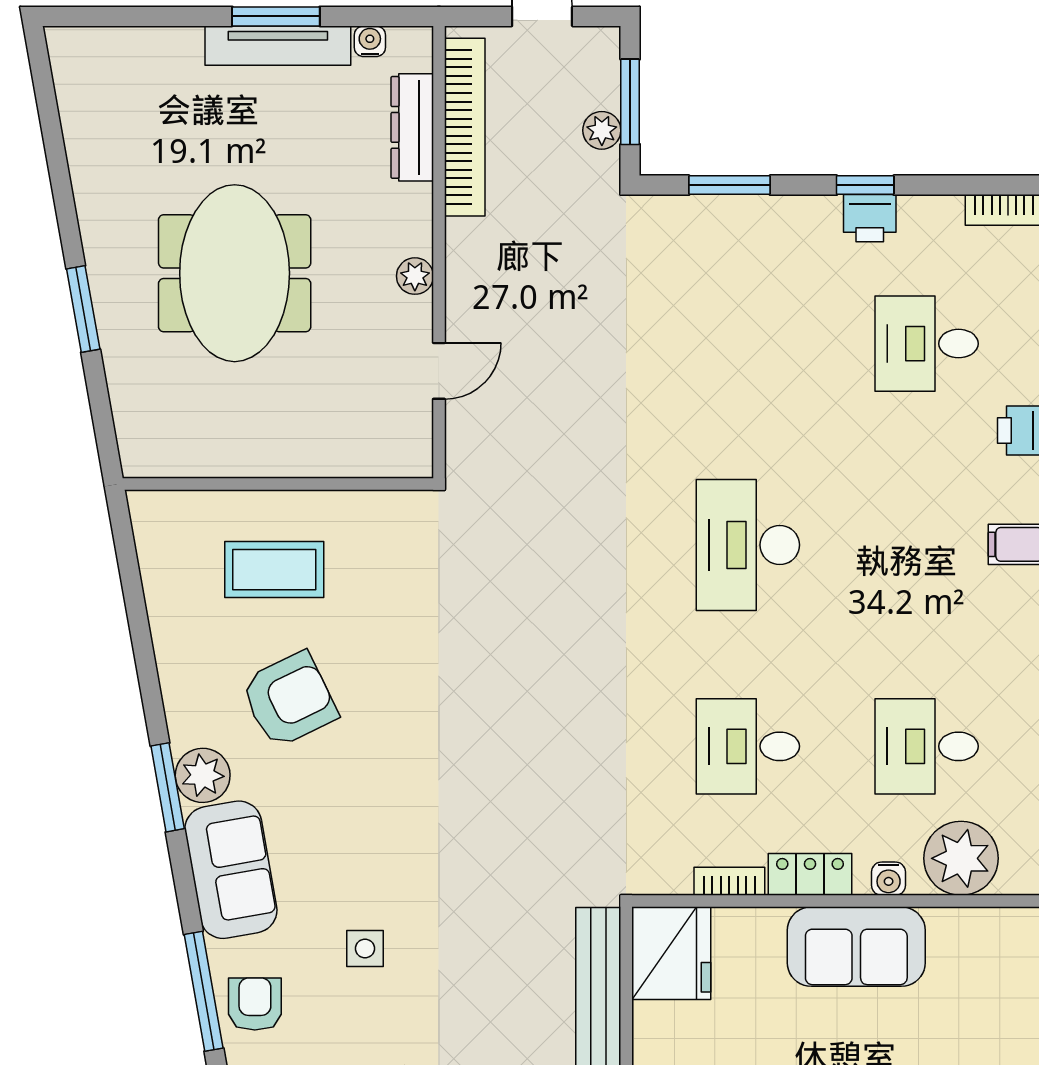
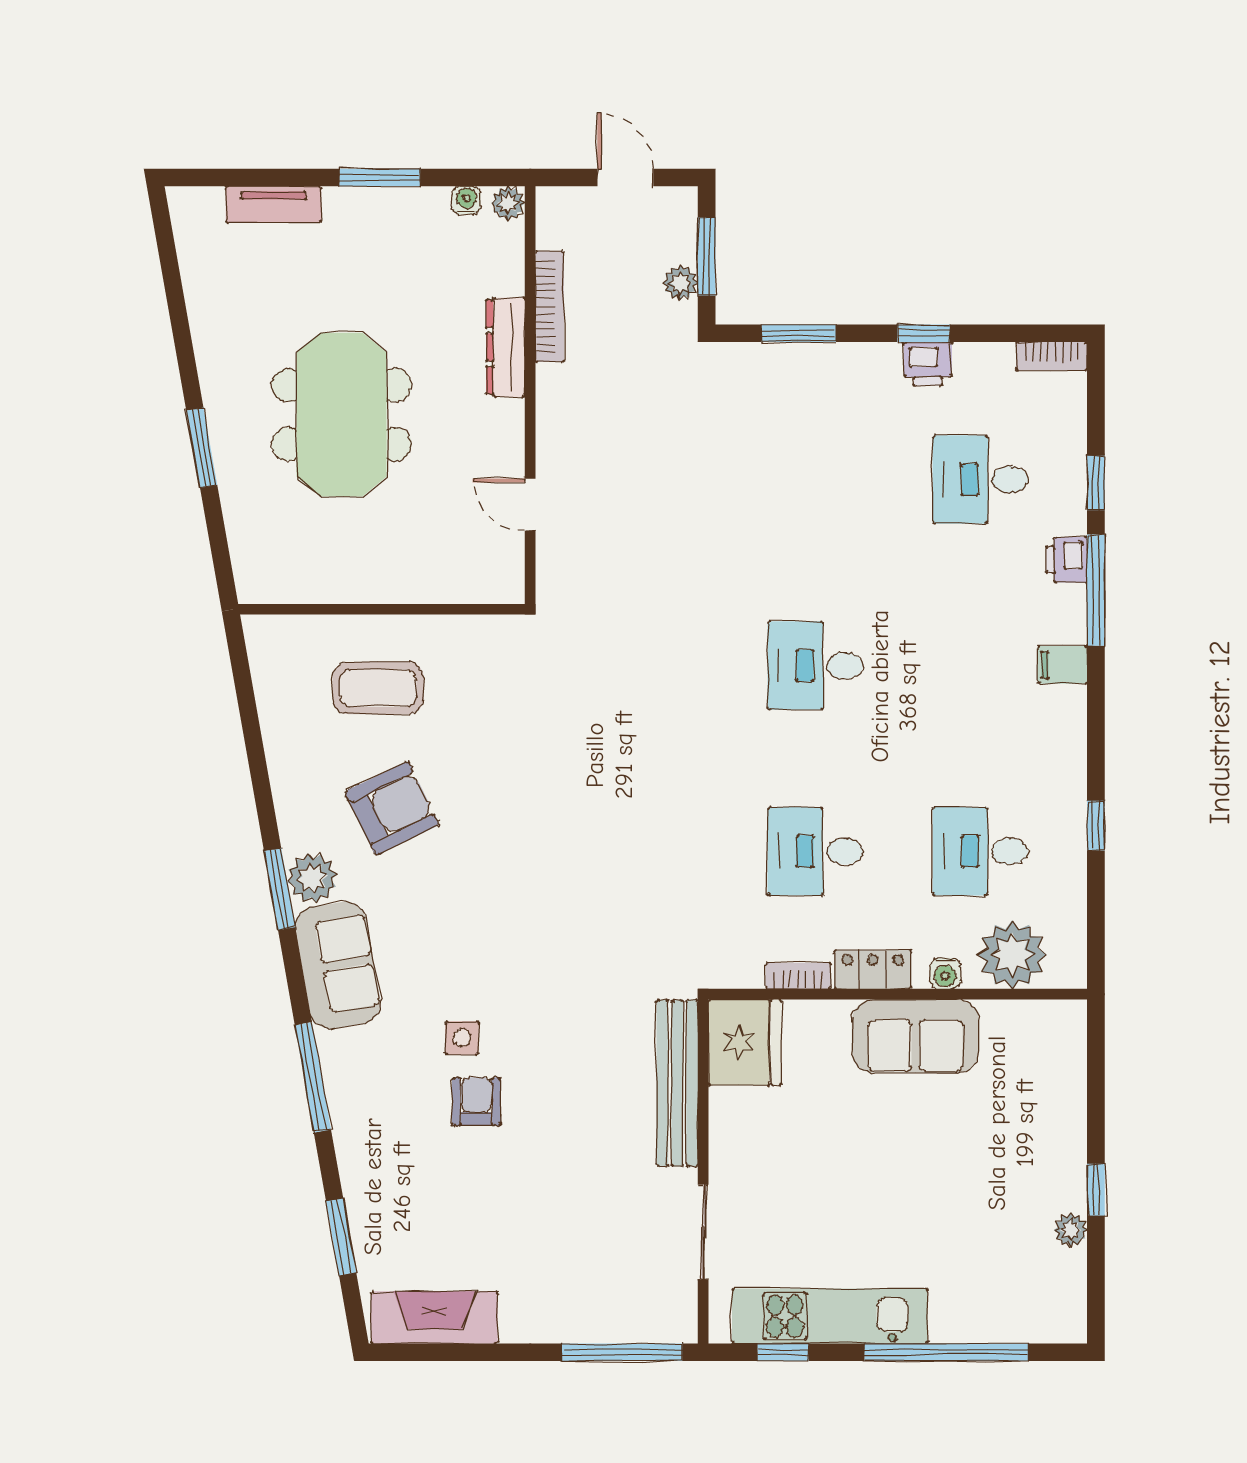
tv unit: (278, 46) -> (274, 204), moved, width x0.71
dresser: (412, 127) -> (506, 347), moved
bookcase: (465, 127) -> (550, 306), width x0.68, depth x0.76
plant: (415, 276) -> (508, 203), moved
door: (439, 371) -> (530, 505), swing flipped
desk: (748, 545) -> (815, 665), width x0.73
armchair: (255, 1004) -> (476, 1102), moved

